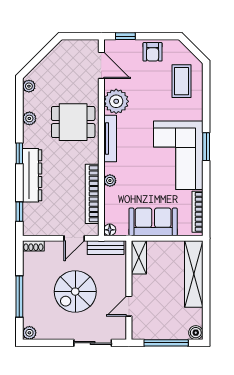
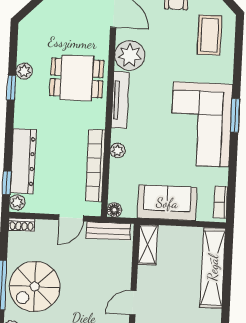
plant: (29, 86) -> (17, 202), moved
window: (19, 153) -> (11, 88), moved
dresser: (32, 175) -> (23, 161), moved
bookcase: (197, 212) -> (221, 202), width x0.64
spiral stairs: (75, 292) -> (35, 287), moved

